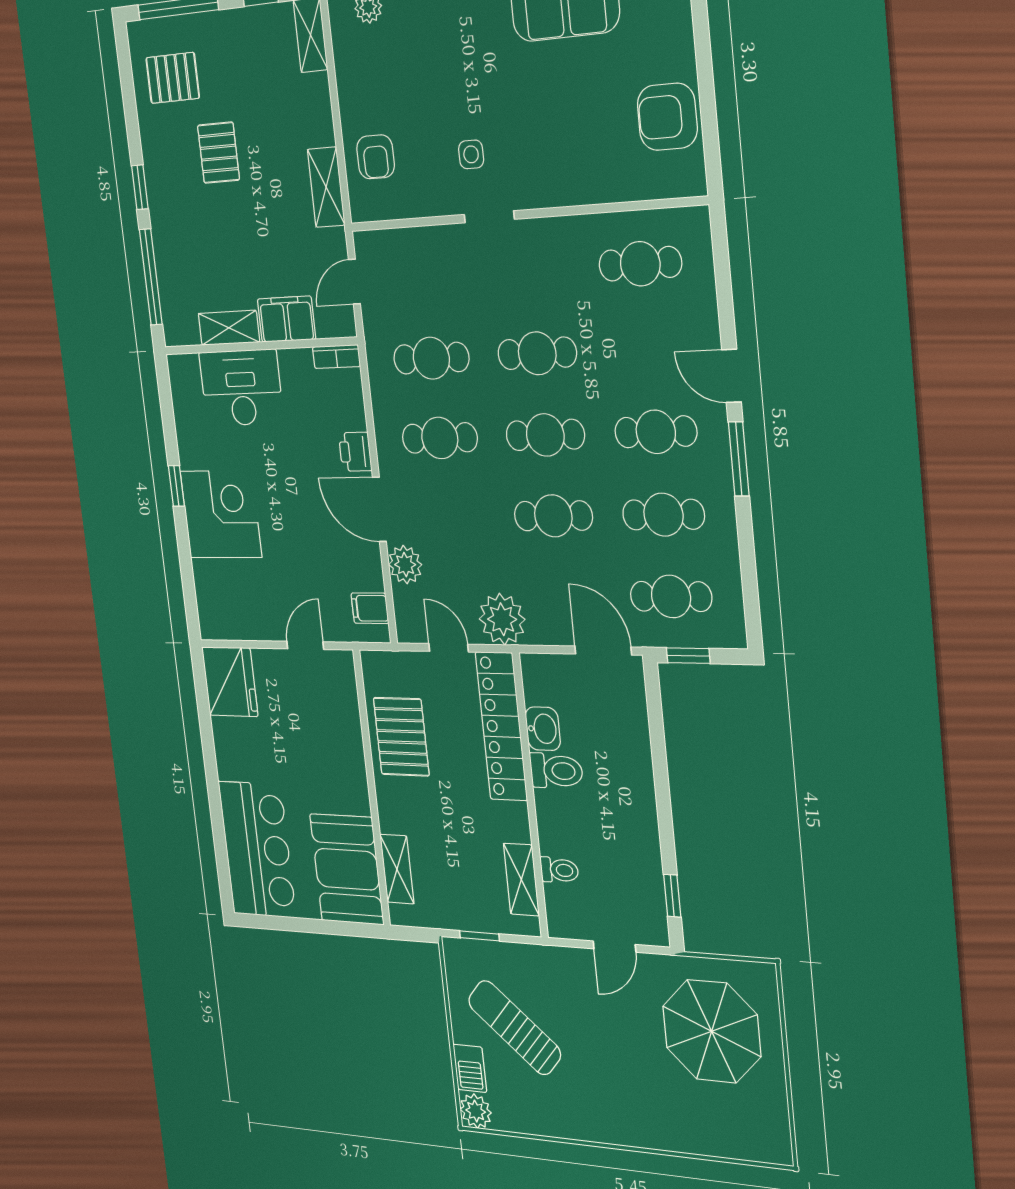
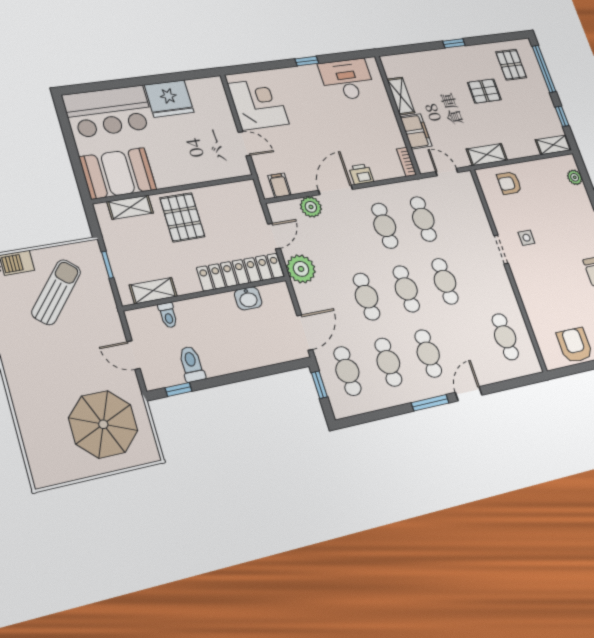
window: (151, 277) -> (412, 48), removed
desk: (241, 388) -> (347, 80), moved, turned -90
corner desk: (221, 514) -> (258, 104), moved, turned -90
fridge: (230, 682) -> (169, 99), moved
pallet: (401, 737) -> (182, 217), moved, turned 90
toilet: (556, 771) -> (192, 364), moved, turned 180

